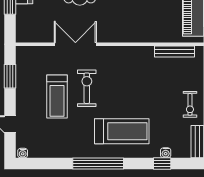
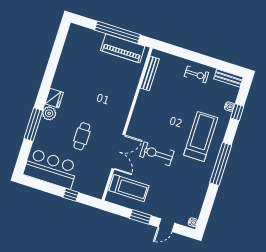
double door: (75, 44) -> (118, 152), swing flipped
window: (10, 76) -> (140, 217), moved
treadmill: (57, 97) -> (129, 188), moved

